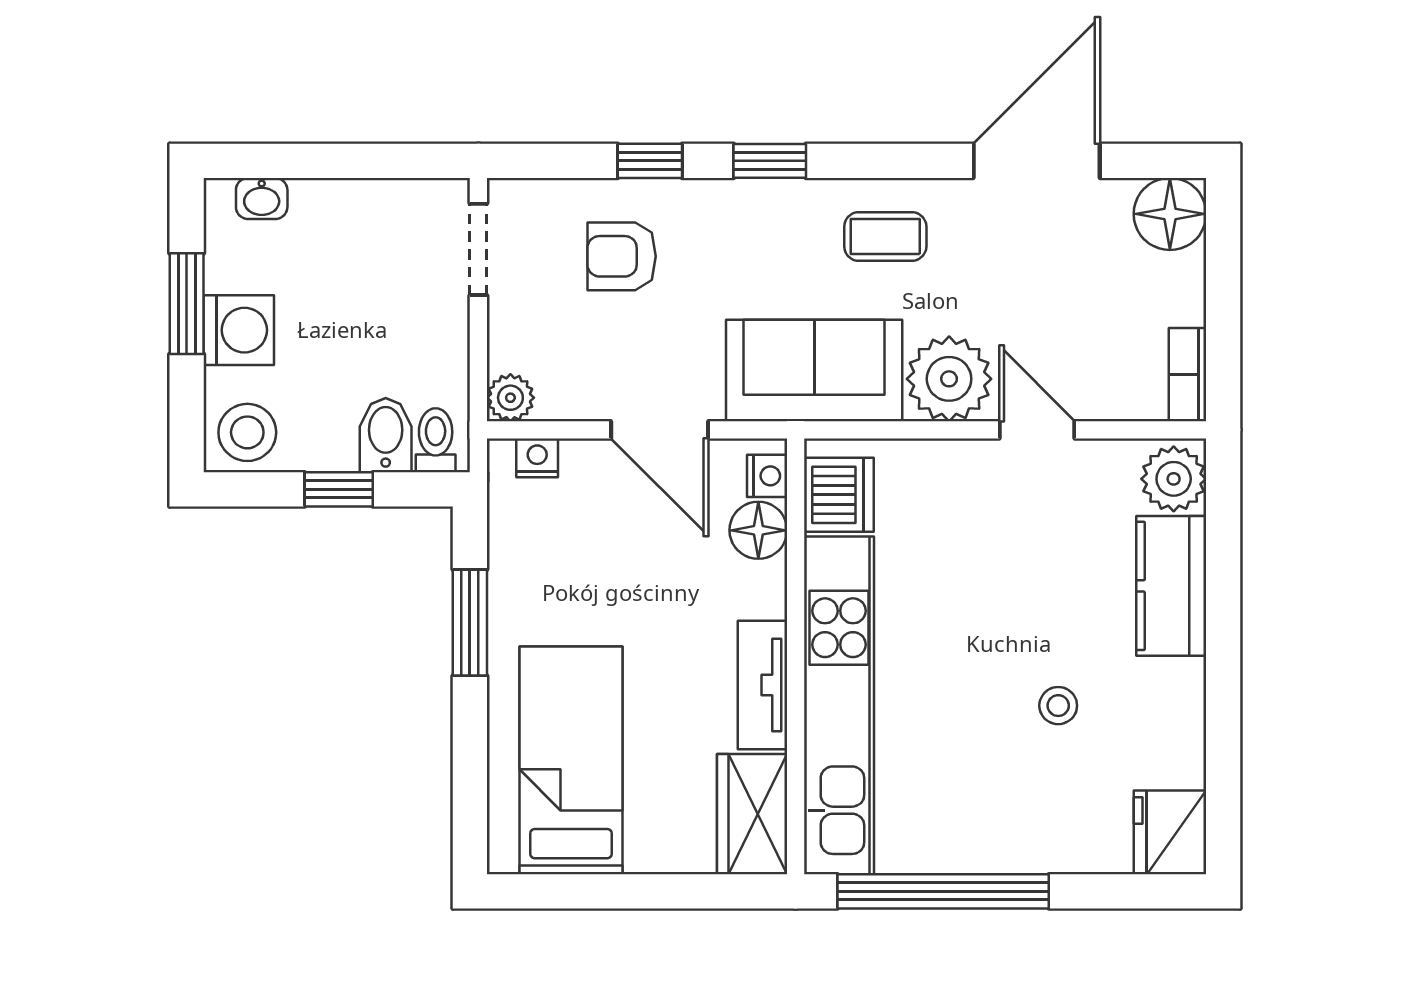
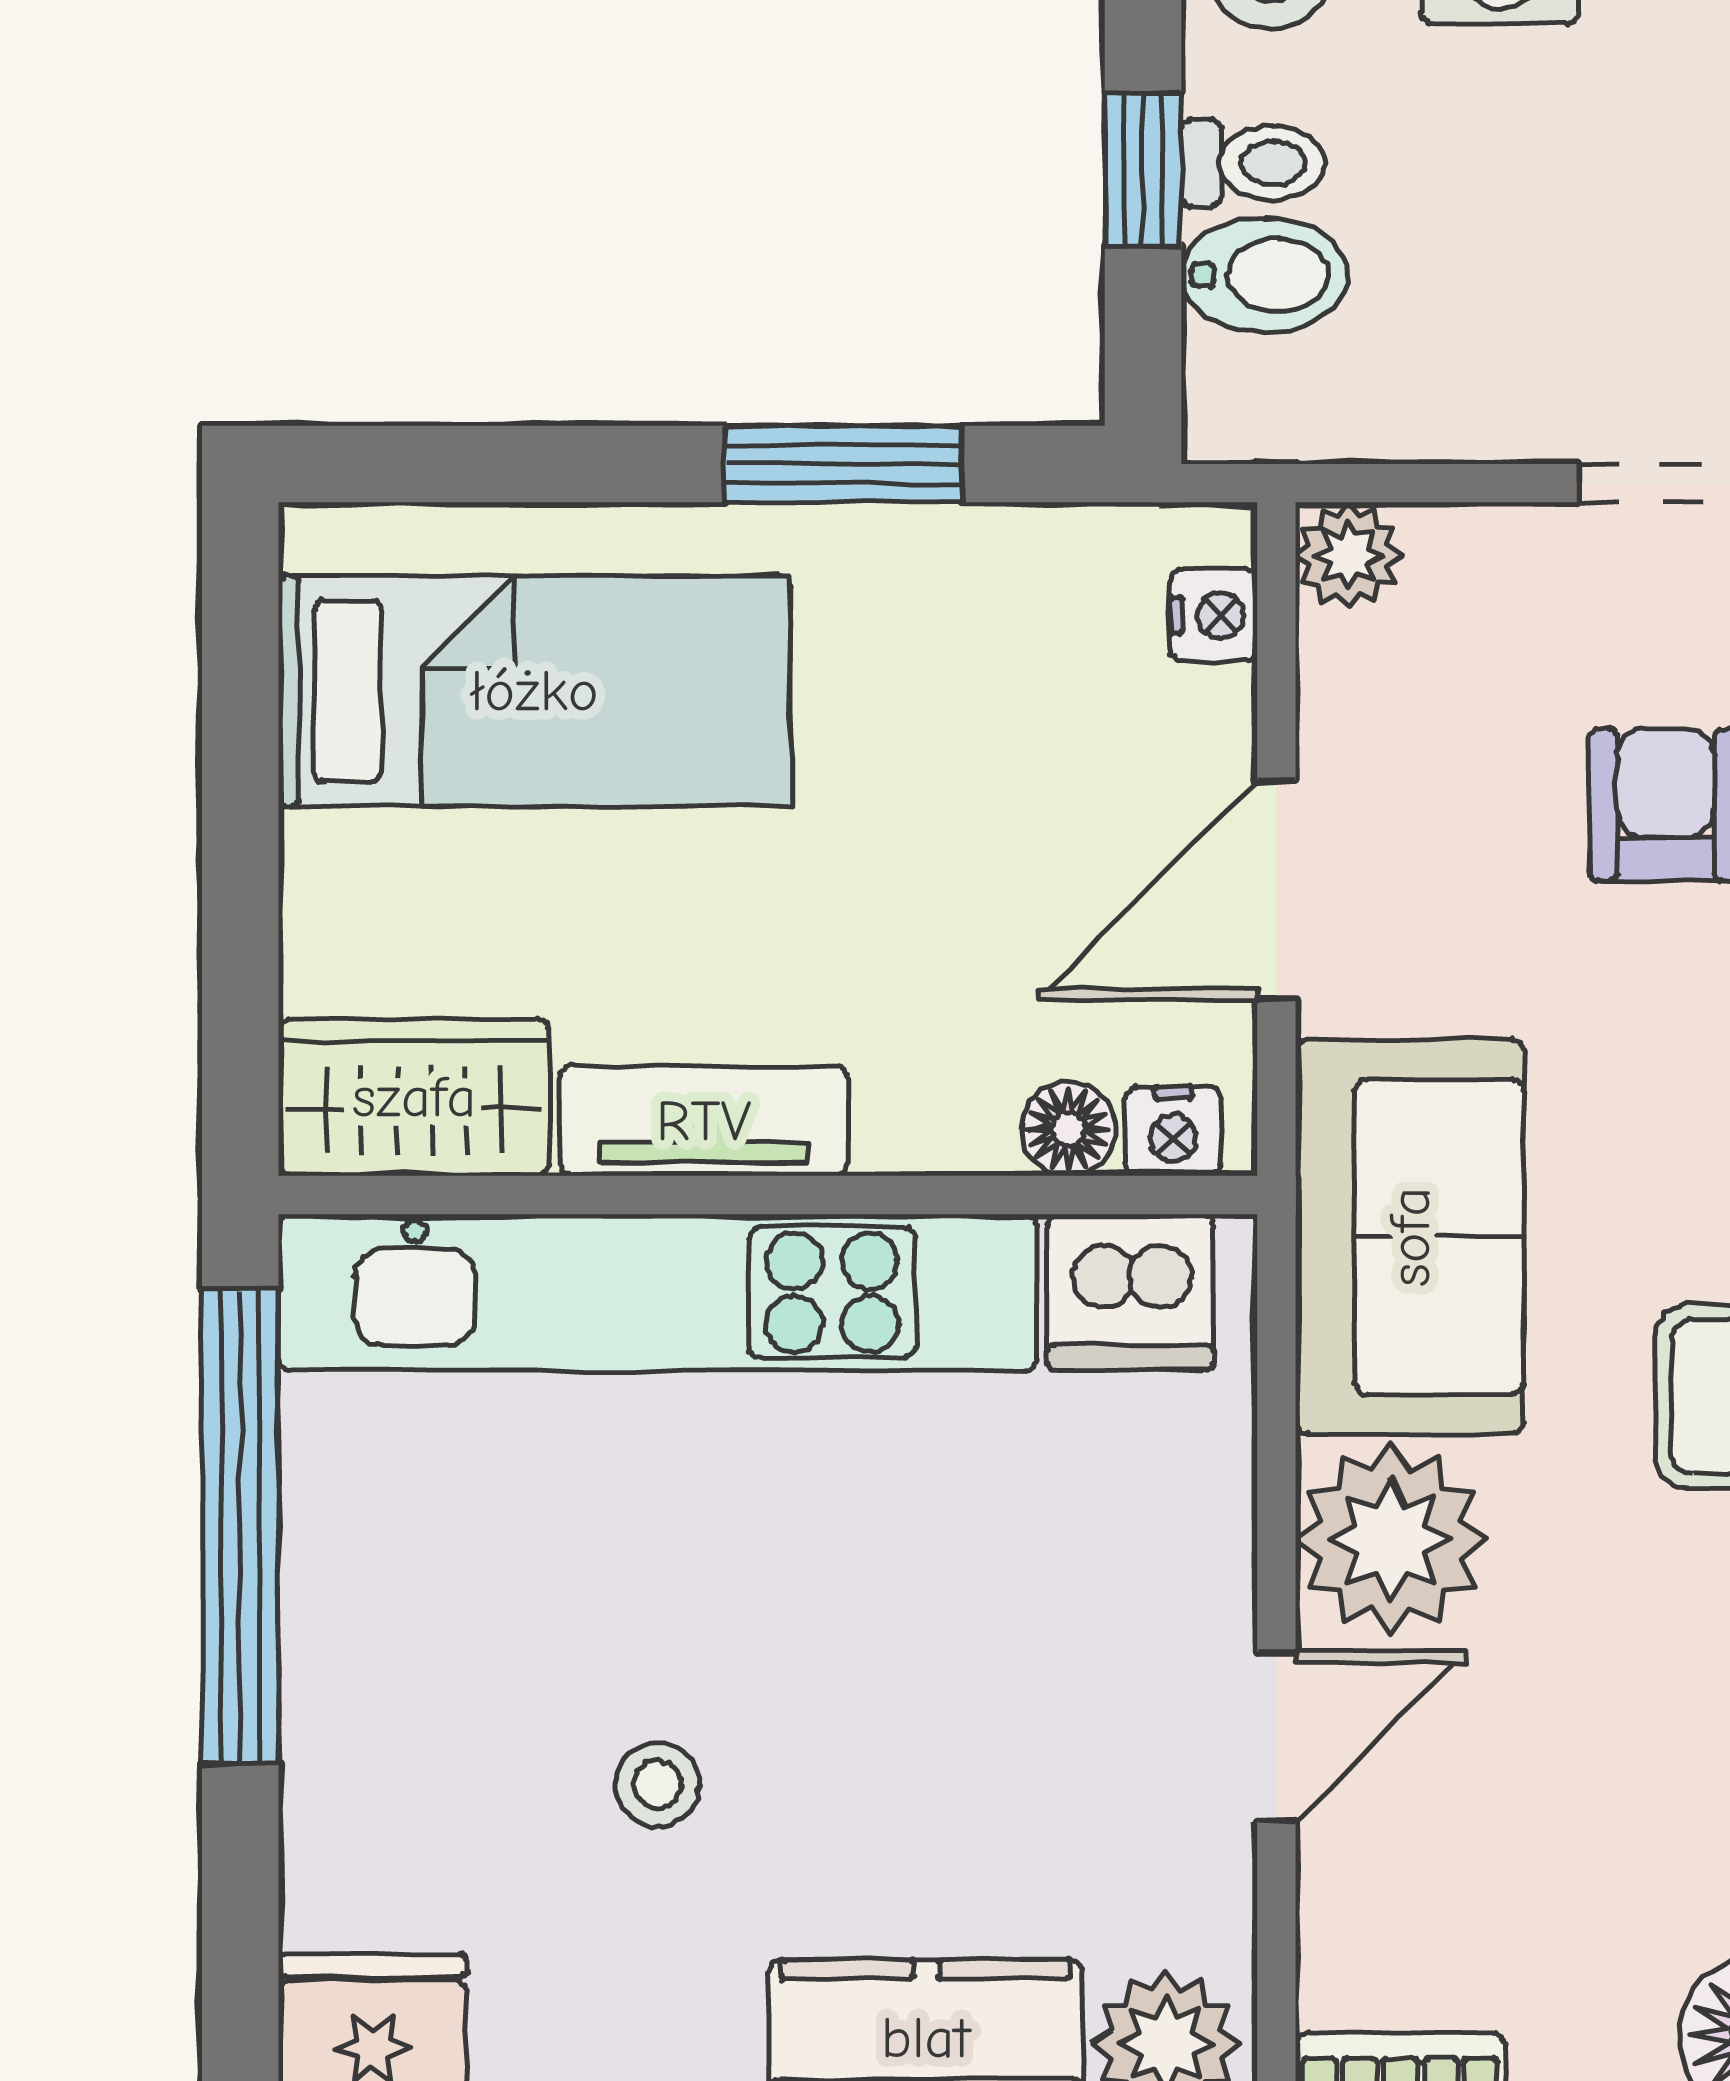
toilet: (436, 440) -> (1253, 163), moved
floor lamp: (758, 530) -> (1068, 1129), width x0.73, depth x0.73

